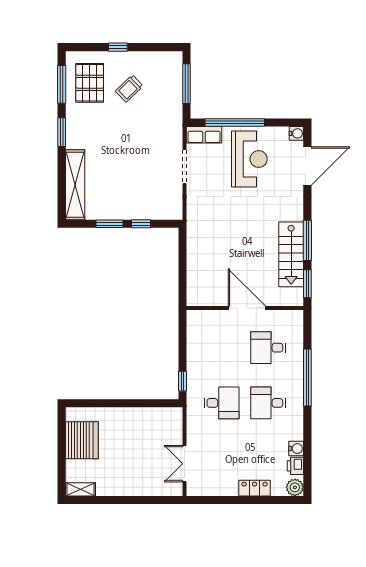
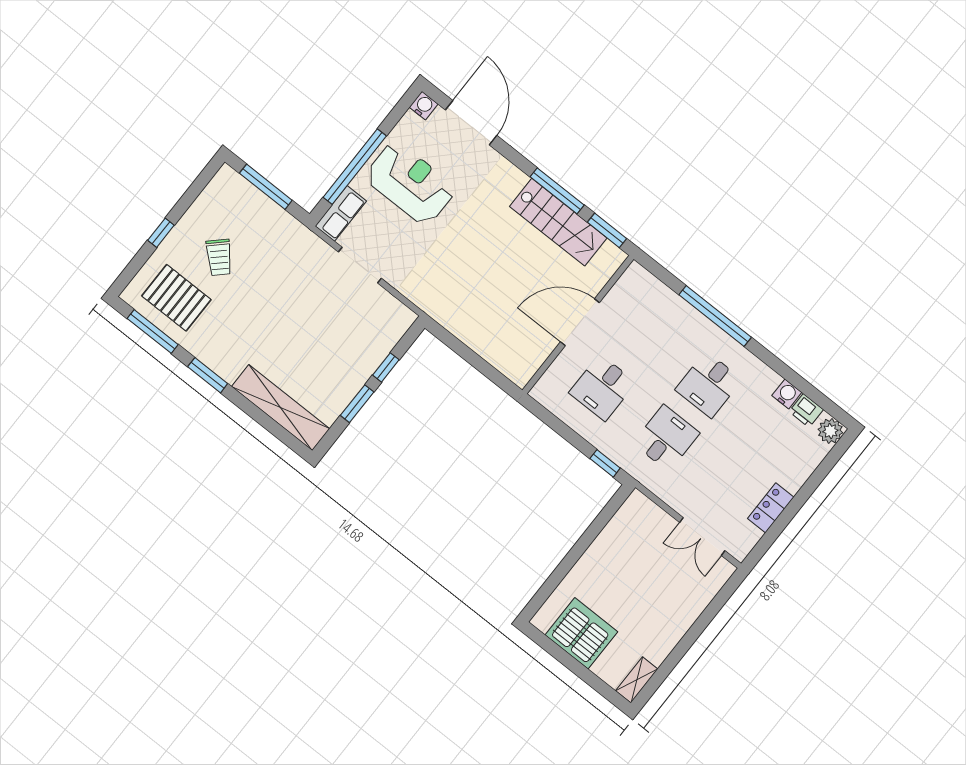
desk: (268, 348) -> (602, 388), moved
locker: (255, 488) -> (771, 508), moved

